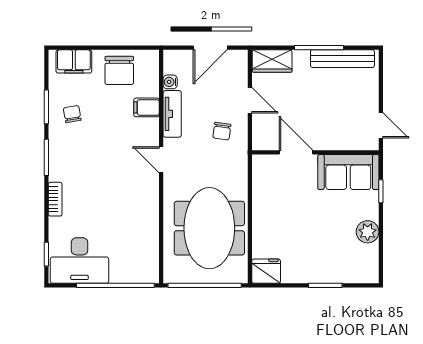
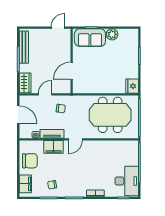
filing cabinet: (146, 107) -> (54, 147), width x2.00
sofa: (348, 172) -> (90, 38), moved, turned 90

